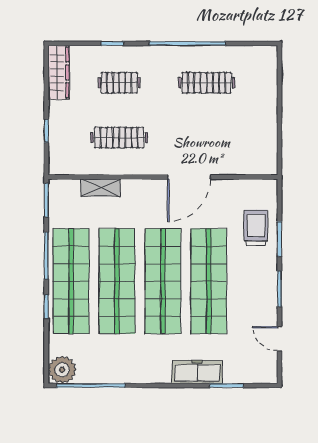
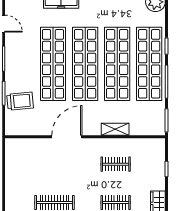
clothes rail: (119, 138) -> (116, 164), width x0.73
shelving: (101, 188) -> (115, 129), moved
trolley: (256, 228) -> (20, 101), turned -95

